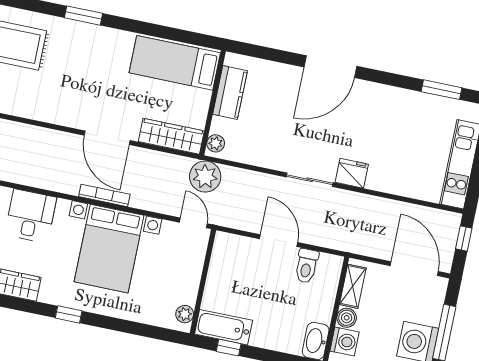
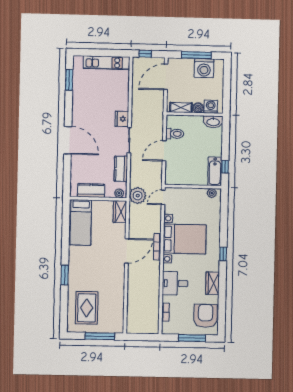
wardrobe: (171, 136) -> (120, 212), width x0.67
kitchen counter: (260, 155) -> (121, 169), added

